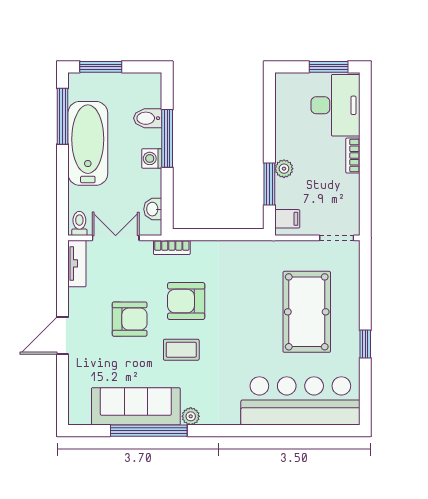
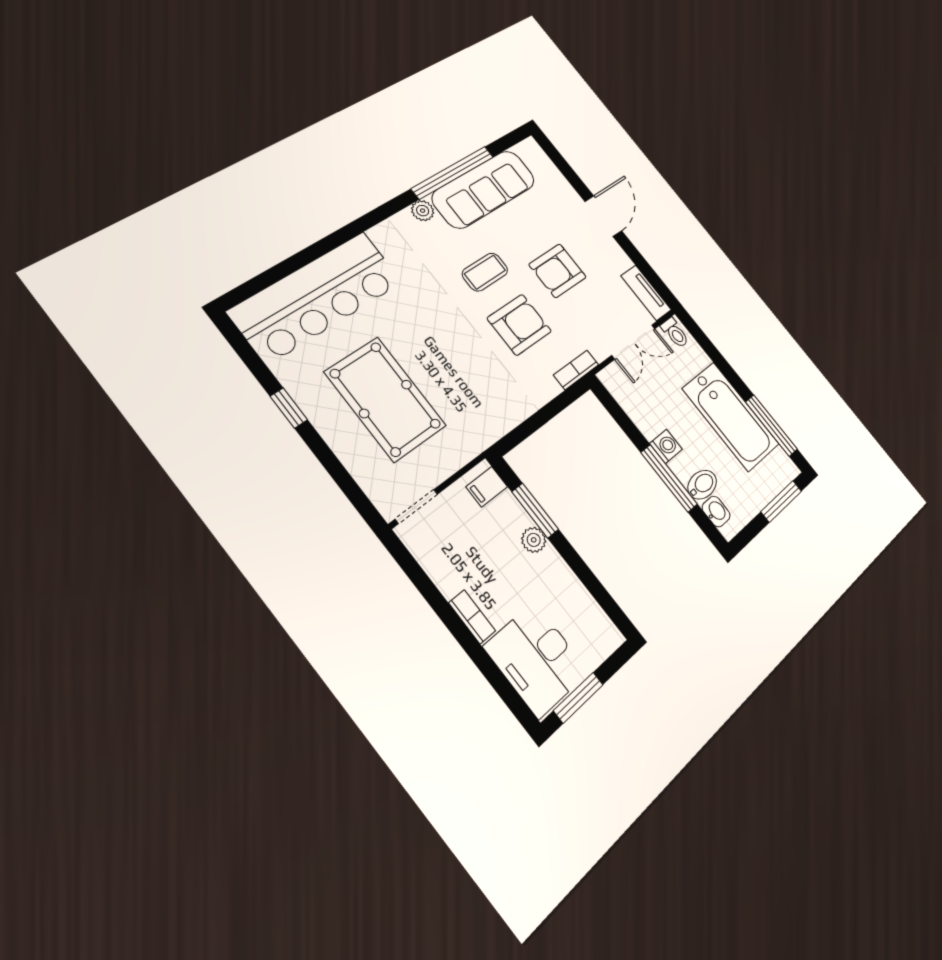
washbasin: (153, 209) -> (716, 512), moved

